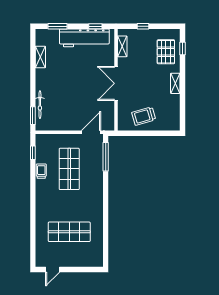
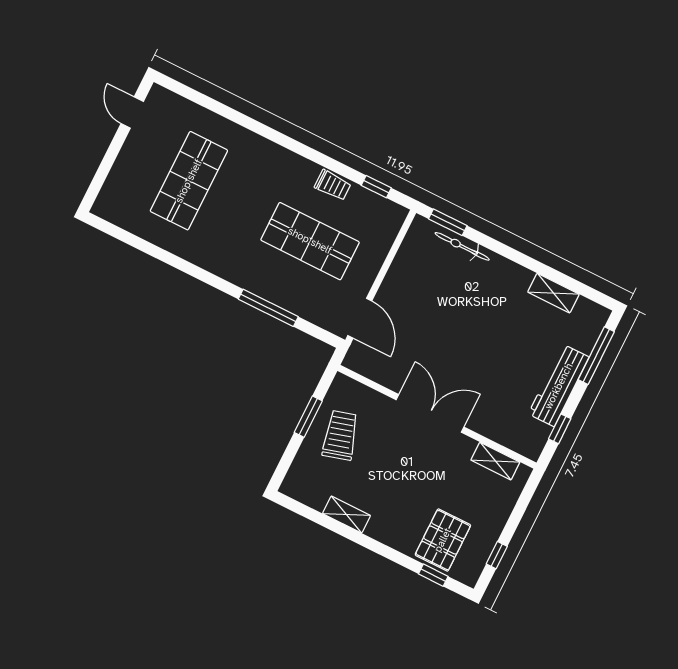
window: (57, 26) -> (596, 356), width x1.44
window: (143, 26) -> (497, 555), moved
workbench: (84, 38) -> (559, 386), width x0.73, depth x0.76
pallet: (166, 52) -> (443, 540), turned 90
shelving: (175, 83) -> (346, 514), moved
window: (143, 133) -> (308, 417), added
window: (106, 157) -> (268, 308), moved

